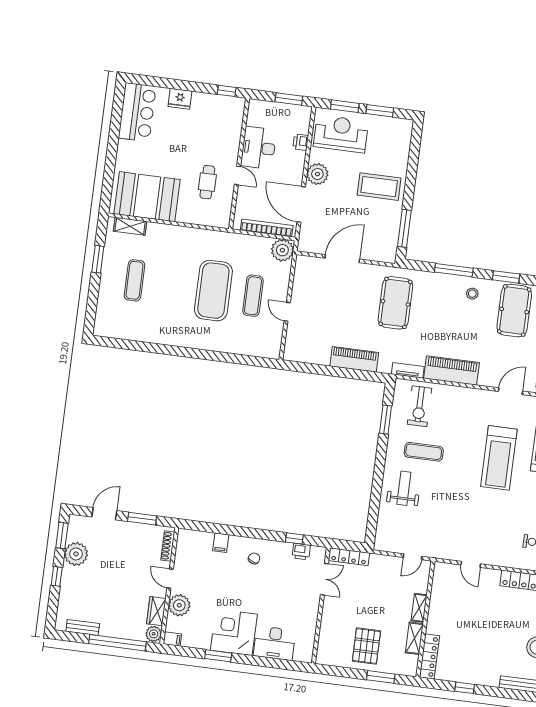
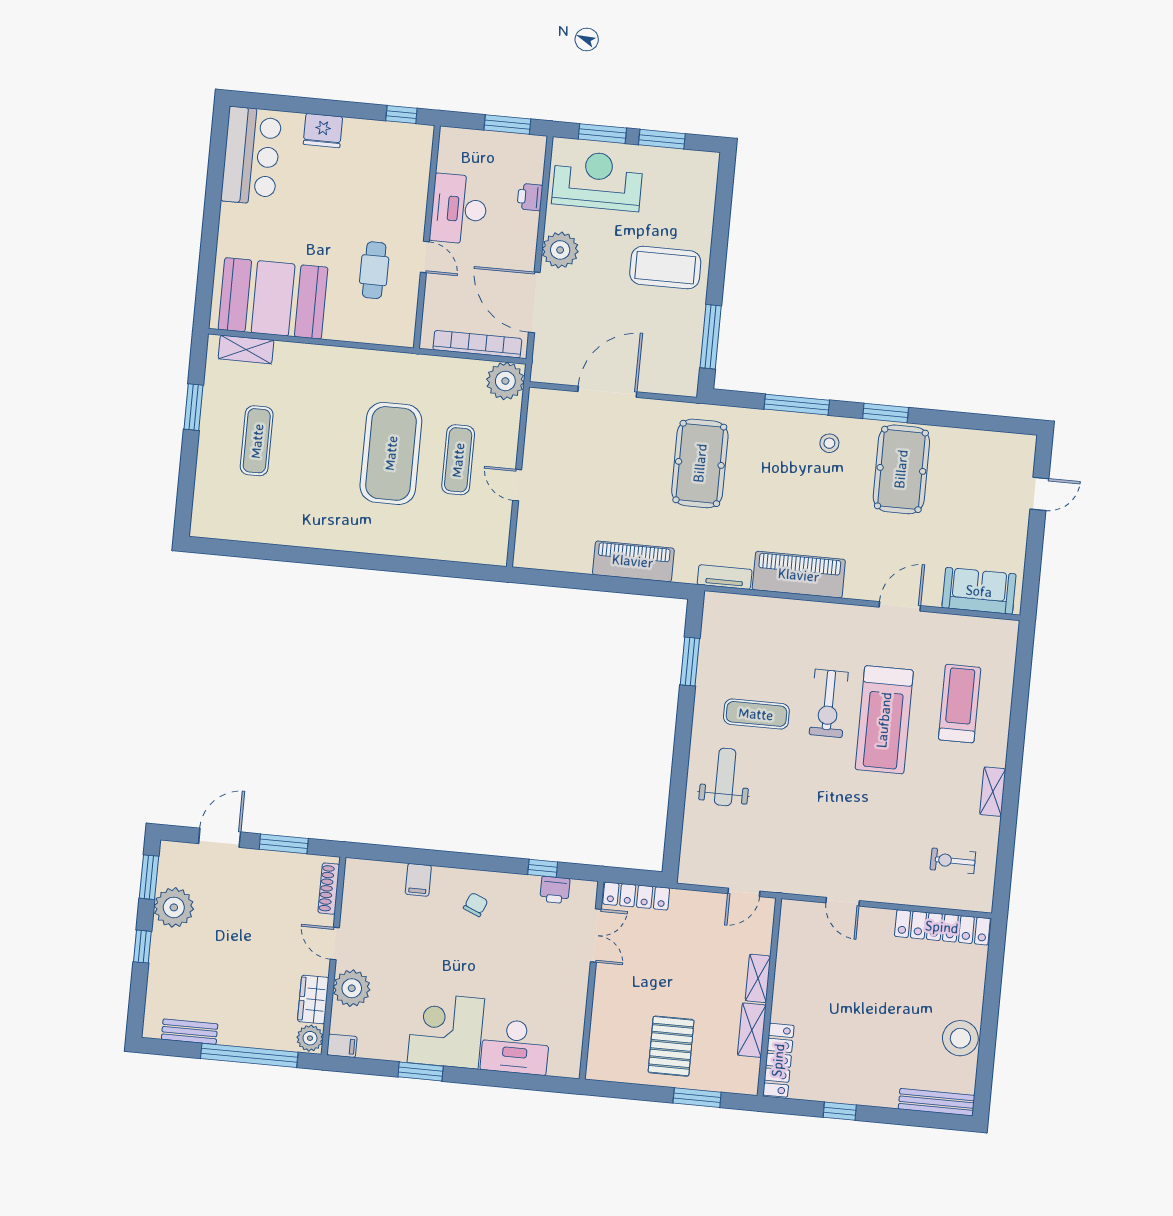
exercise bike: (420, 406) -> (829, 703), moved

